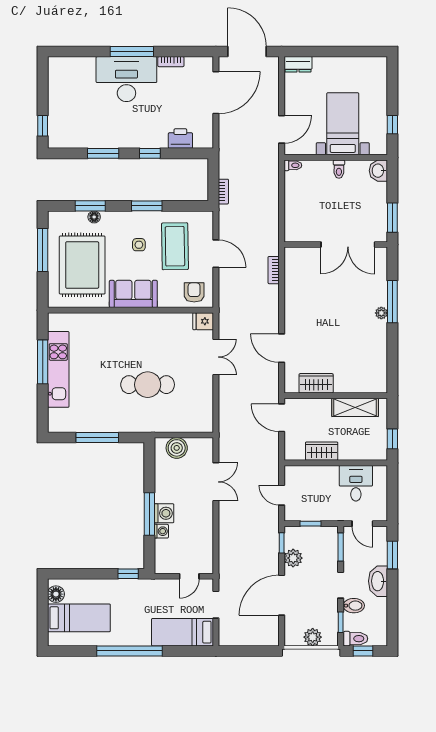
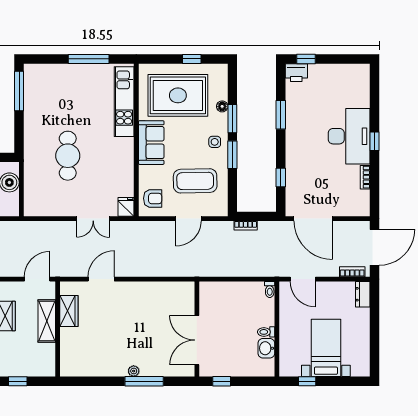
window: (132, 52) -> (375, 141), width x0.46
door: (216, 93) -> (313, 219), moved
bed with nightstands: (343, 124) -> (326, 348), moved, turned -90
printer: (180, 139) -> (296, 73), moved, turned 90
window: (150, 153) -> (281, 177), moved
washbasin: (378, 171) -> (266, 348), moved, turned -90
window: (90, 206) -> (232, 119), moved
window: (392, 218) -> (222, 381), width x0.67
side table: (139, 245) -> (215, 142), moved
window: (43, 250) -> (192, 59), width x0.46
bookcase: (274, 270) -> (352, 272), moved
kitchen unit: (58, 369) -> (124, 102), moved, turned 90
shelving: (355, 407) -> (47, 321), moved
window: (97, 437) -> (19, 91), moved

